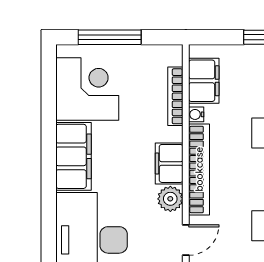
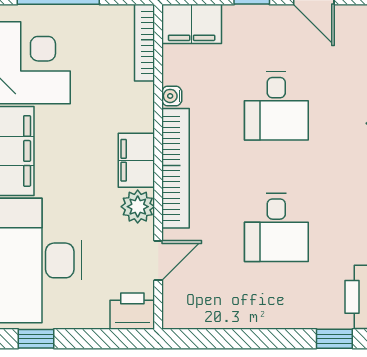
filing cabinet: (204, 81) -> (192, 24), moved, turned 90
bookcase: (175, 96) -> (145, 43), moved

